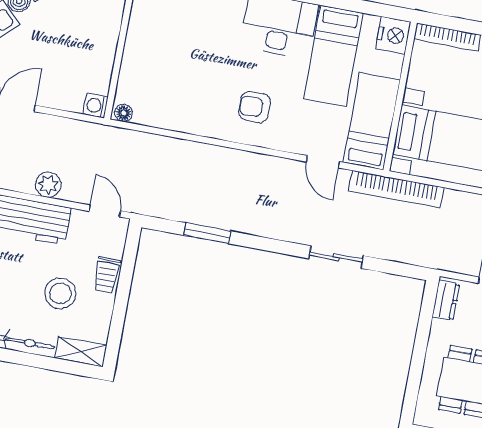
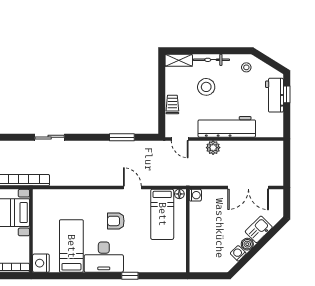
armchair: (255, 107) -> (116, 221), moved, turned 180
bed: (372, 121) -> (162, 214), moved
door: (323, 162) -> (132, 188), moved
stool: (60, 293) -> (206, 87), moved

